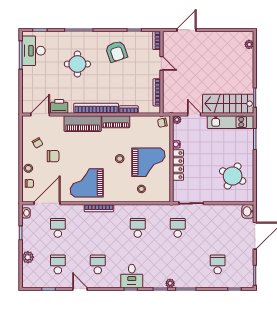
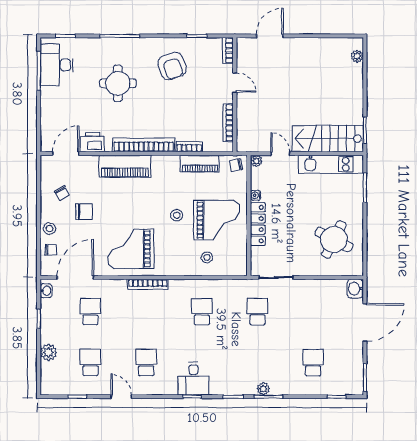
piano: (116, 122) -> (200, 164), moved
plant: (170, 283) -> (263, 389), moved

